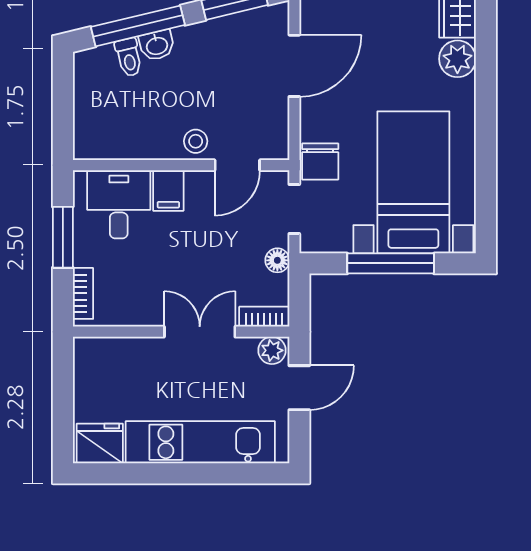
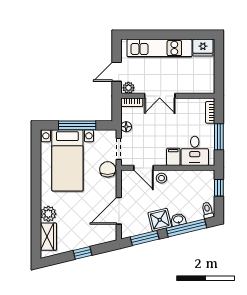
shower: (200, 45) -> (160, 220), added
toilet: (129, 57) -> (207, 210), moved
window: (63, 119) -> (219, 188), added
door: (237, 165) -> (143, 168), swing flipped

